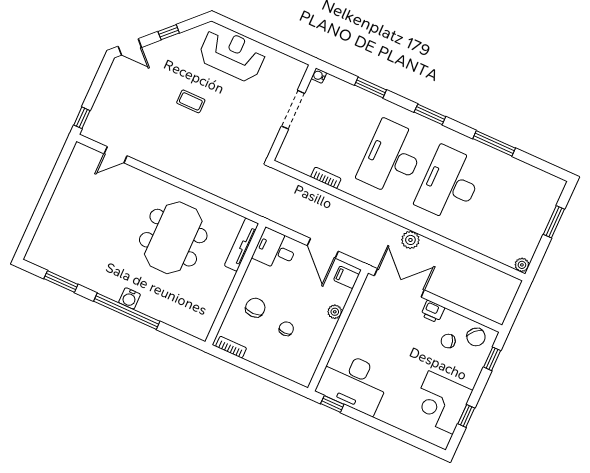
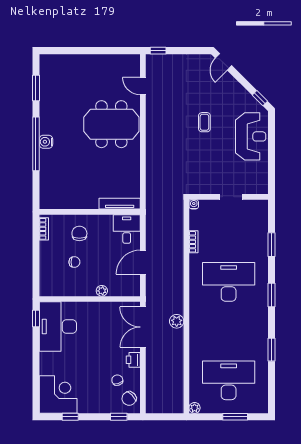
window: (169, 32) -> (260, 98), moved
water cooler: (319, 76) -> (194, 204), moved
doorway: (293, 110) -> (231, 197), width x0.73
window: (494, 143) -> (271, 350), width x0.69
desk: (450, 184) -> (229, 380), moved
meeting table: (173, 238) -> (111, 124), moved
filing cabinet: (346, 277) -> (130, 288), removed
double door: (399, 283) -> (143, 327), swing flipped
chair: (255, 308) -> (79, 233), turned -90
corner desk: (441, 402) -> (58, 395), moved, turned 90

